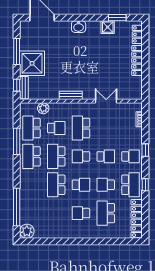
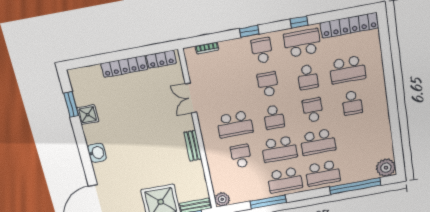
locker: (137, 34) -> (161, 59), moved
plant: (43, 108) -> (222, 199), moved
school desk: (31, 128) -> (323, 173), moved

